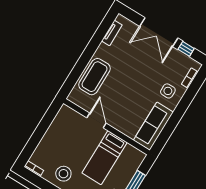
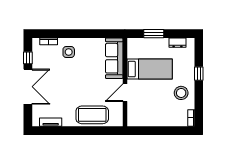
sofa: (153, 126) -> (114, 58), moved, turned 90

